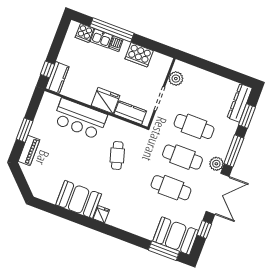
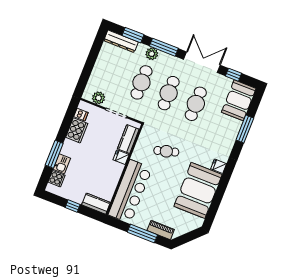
window: (112, 30) -> (54, 154), width x0.68
dishwasher: (116, 44) -> (81, 115), moved
window: (47, 69) -> (73, 206), moved
fridge: (106, 101) -> (121, 157), width x0.53, depth x0.75
bar counter: (80, 119) -> (130, 191), width x1.36
window: (25, 130) -> (142, 234), width x1.44
plant: (216, 164) -> (152, 54), moved
booth: (79, 199) -> (198, 190), width x1.36, depth x1.42
window: (164, 251) -> (245, 129), moved

